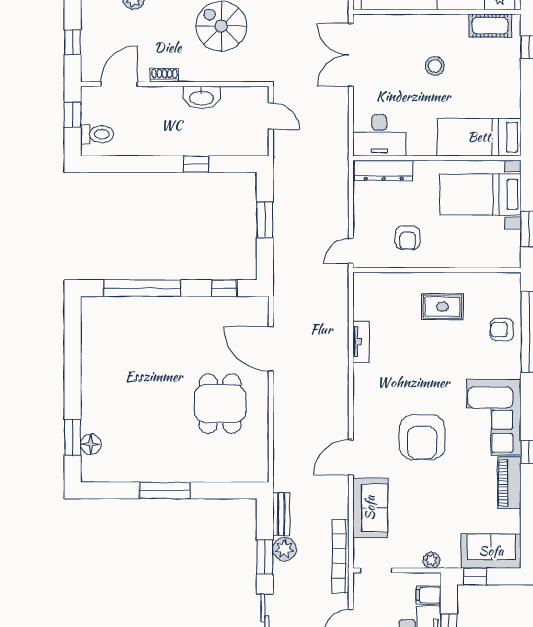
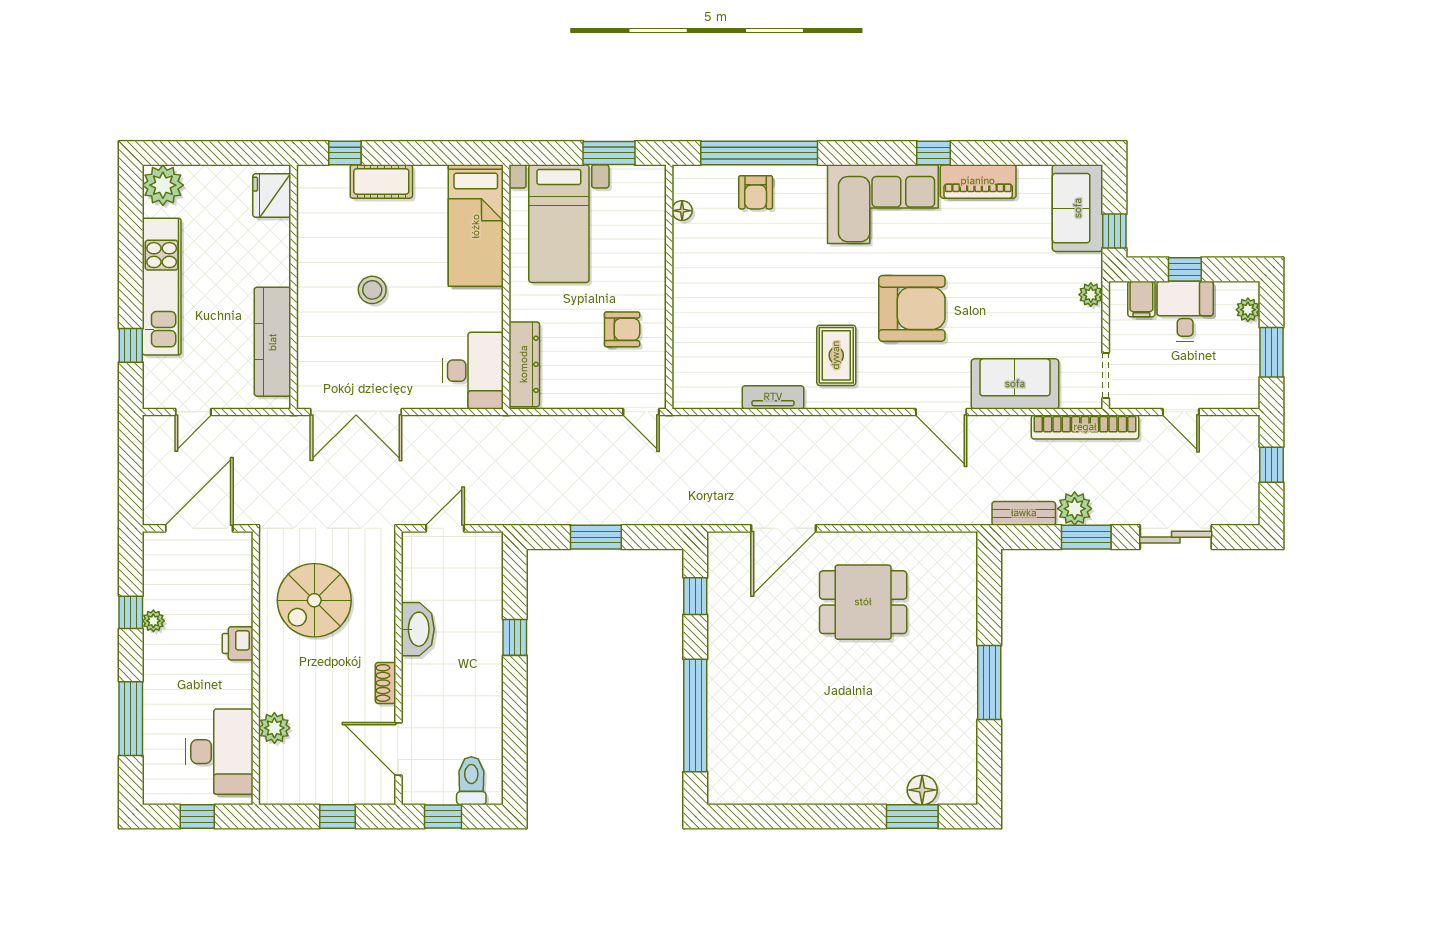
cot: (490, 26) -> (381, 181), moved, turned 90
floor lamp: (489, 279) -> (682, 211), added
rug: (443, 307) -> (836, 355), moved

